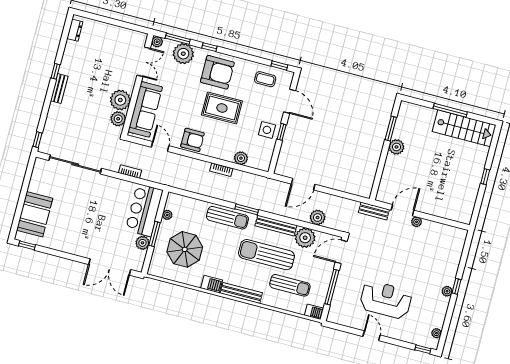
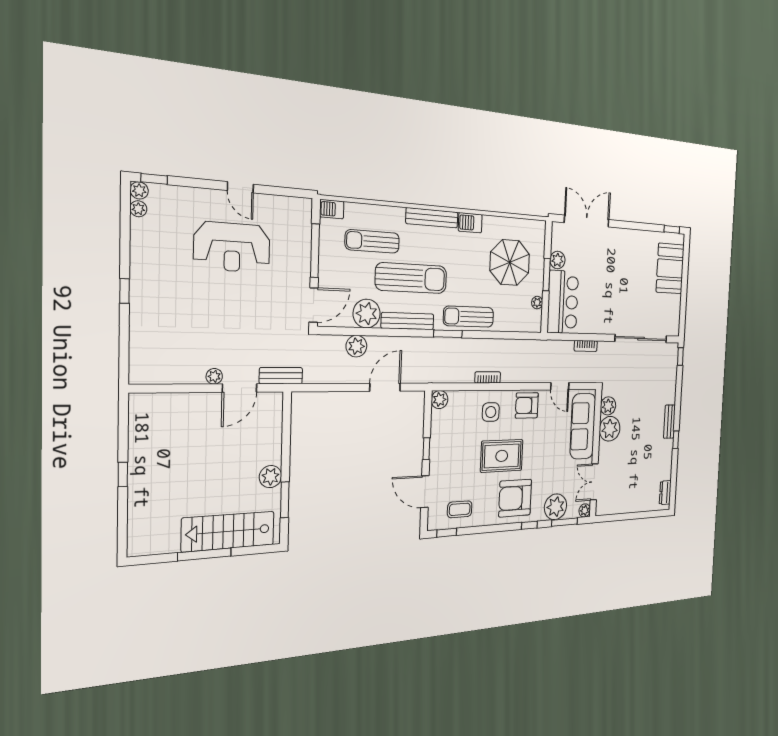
stairs: (464, 128) -> (228, 532), moved
side table: (267, 130) -> (491, 412), moved
plant: (241, 158) -> (440, 400), moved
plant: (447, 291) -> (139, 190), moved

